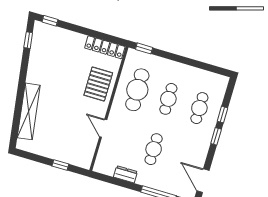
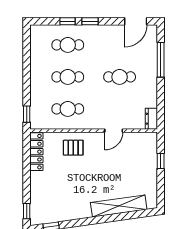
pallet: (98, 84) -> (73, 148), width x0.67, depth x0.71
cafe table: (137, 90) -> (68, 109), width x0.73, depth x0.74
dresser: (125, 174) -> (151, 119), moved

